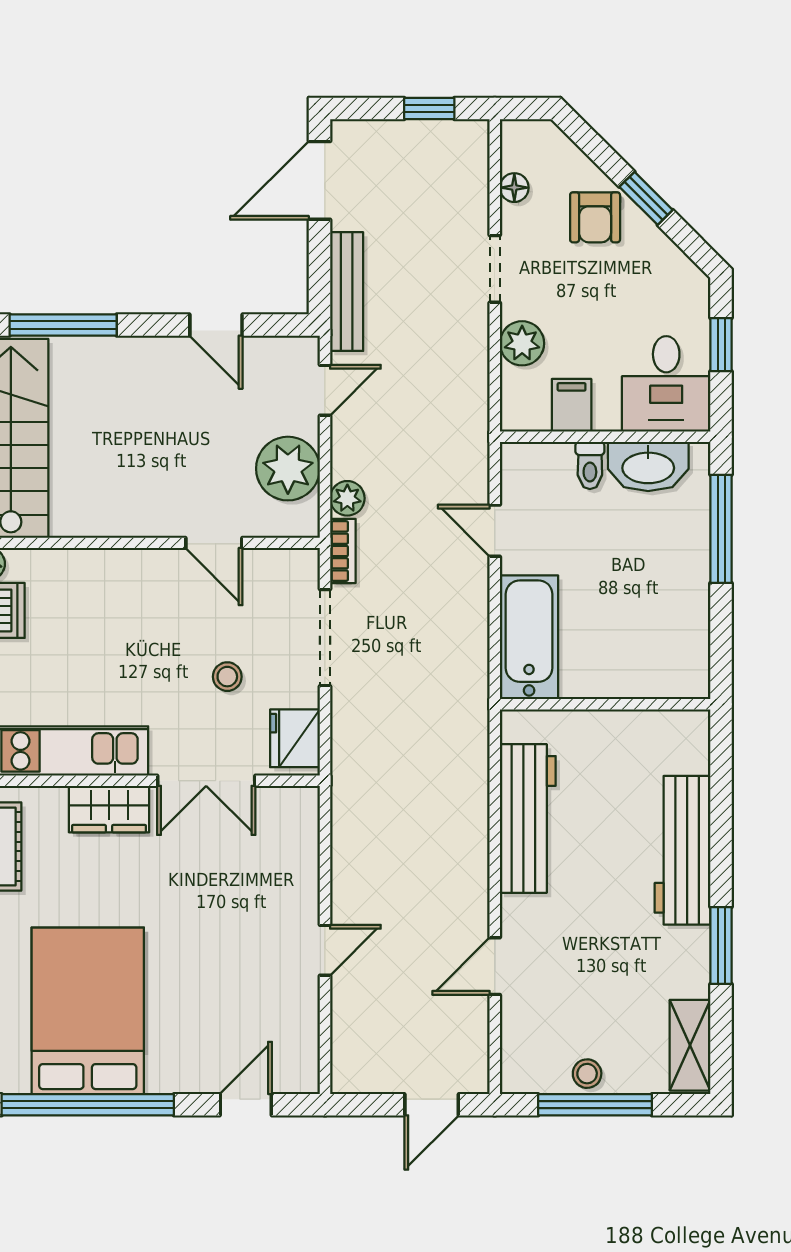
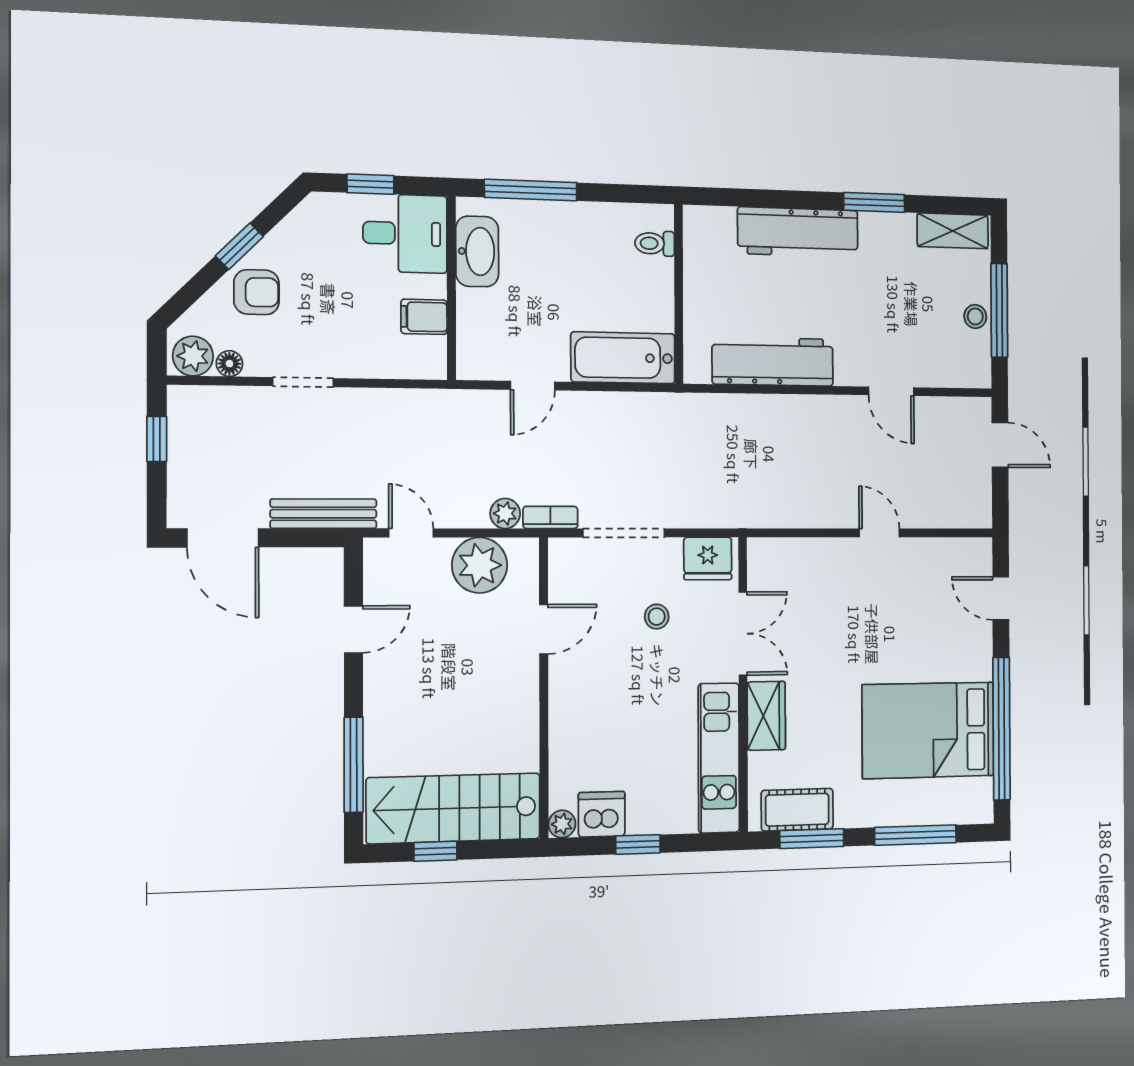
plant: (522, 343) -> (193, 356), moved
toilet: (590, 465) -> (655, 243), moved, turned 180

